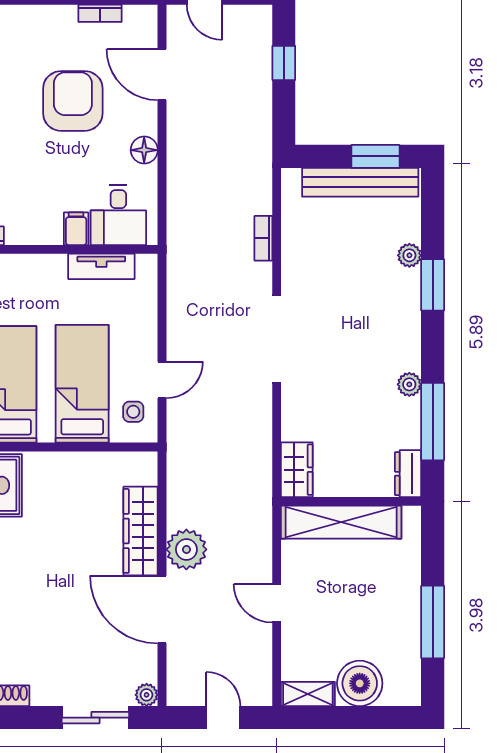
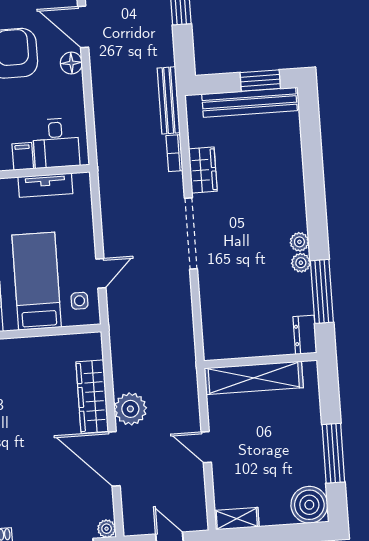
floor lamp: (144, 150) -> (71, 63), moved
bench: (261, 173) -> (169, 100), added
plant: (409, 255) -> (299, 242), moved
window: (433, 285) -> (314, 181), removed
wardrobe: (297, 470) -> (203, 170), moved
boiler: (360, 683) -> (309, 505), moved

